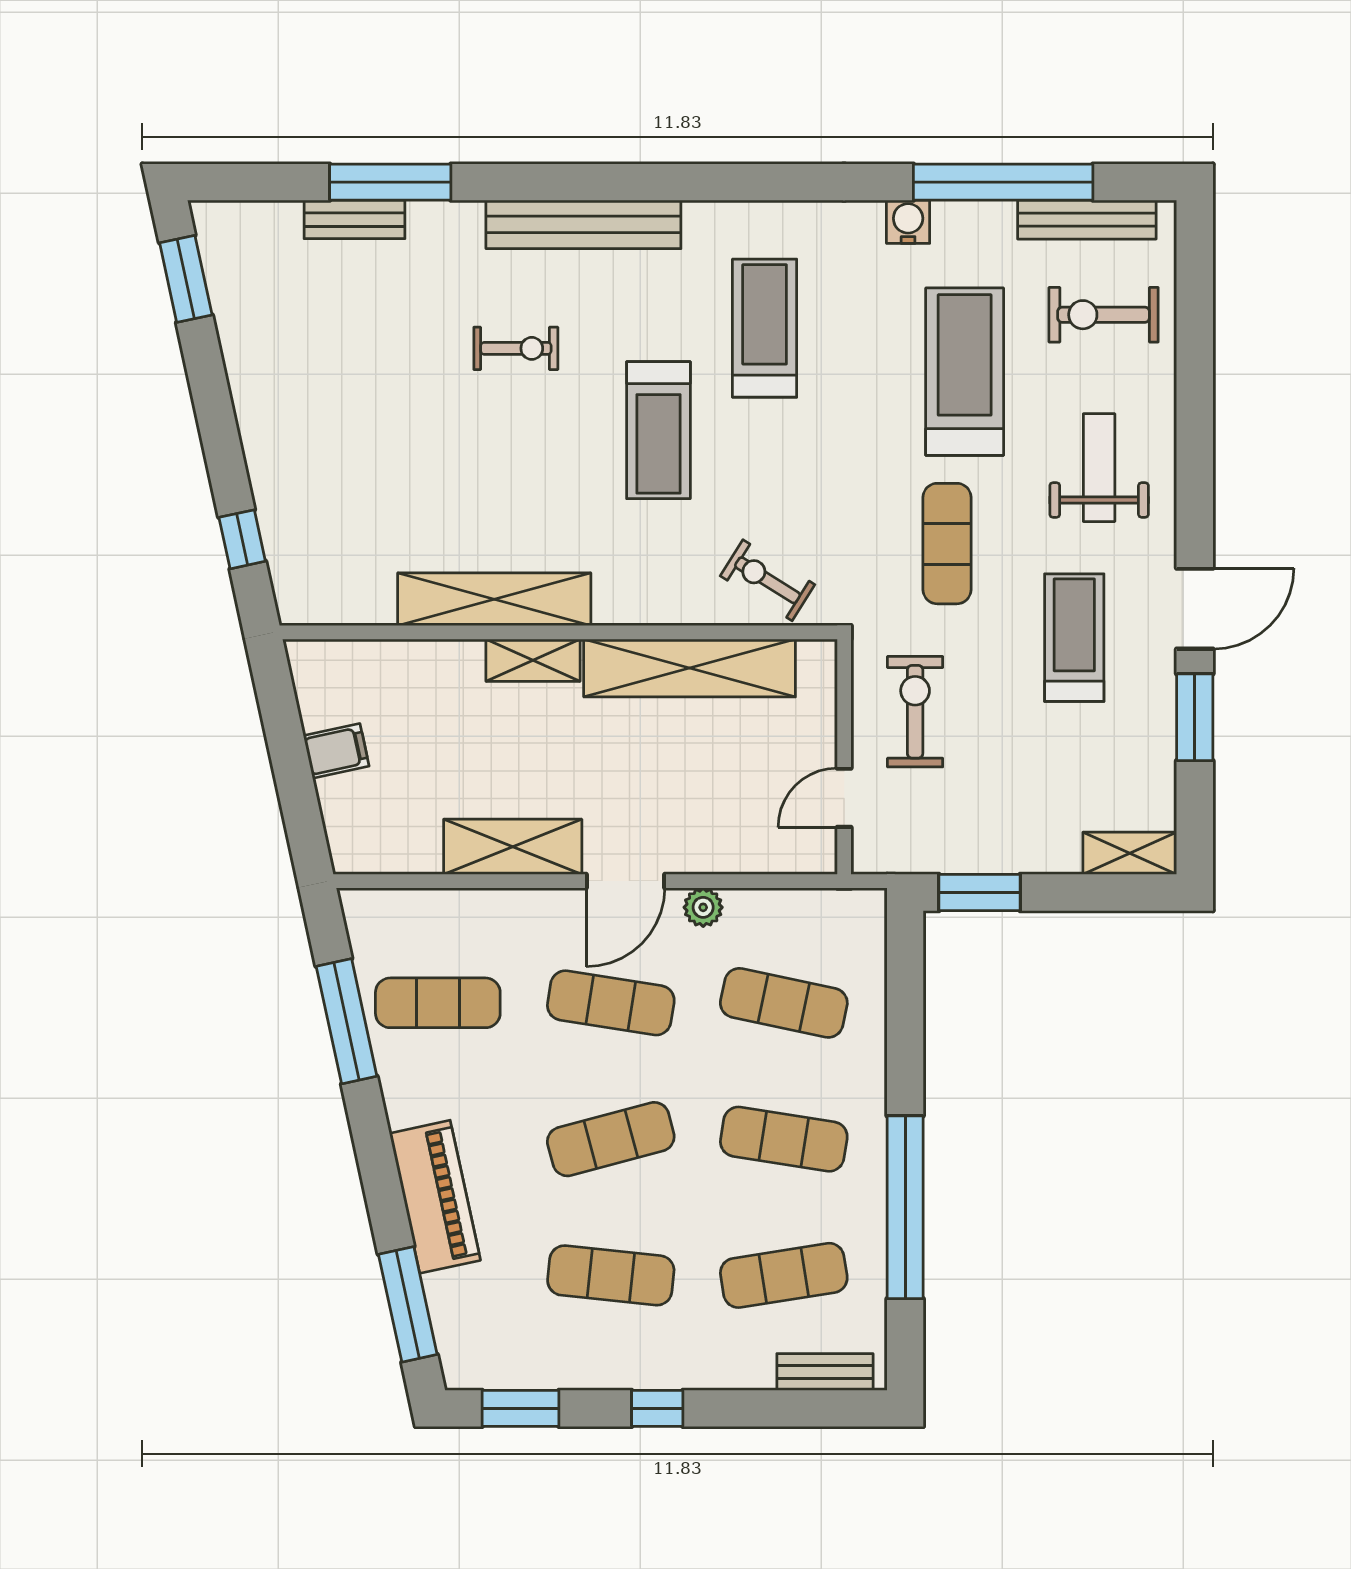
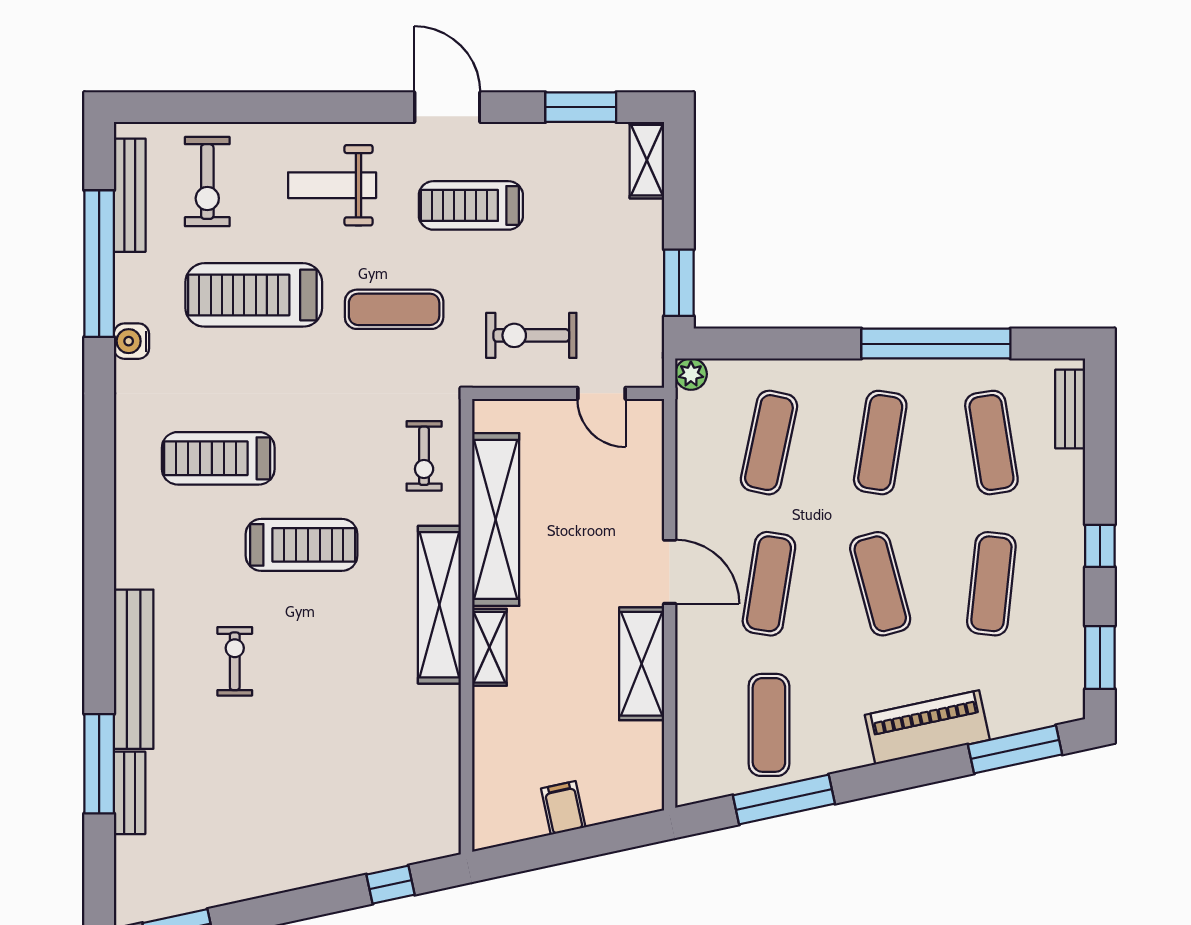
bench: (583, 224) -> (134, 669), moved
exercise bike: (768, 580) -> (424, 456), turned -32
shelving: (494, 599) -> (439, 605), moved
window: (1195, 717) -> (581, 107), moved
plant: (703, 907) -> (691, 374), moved

